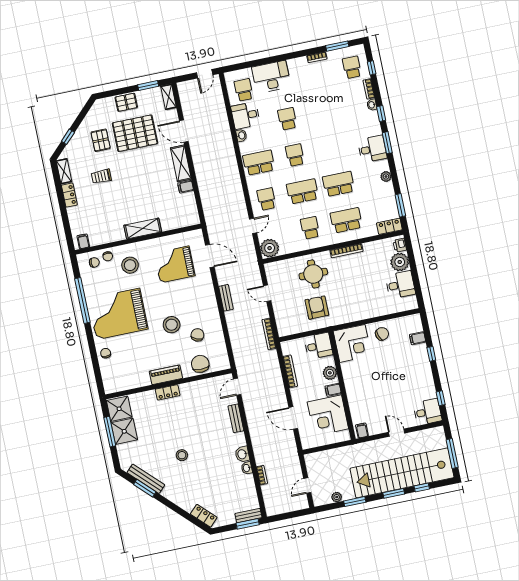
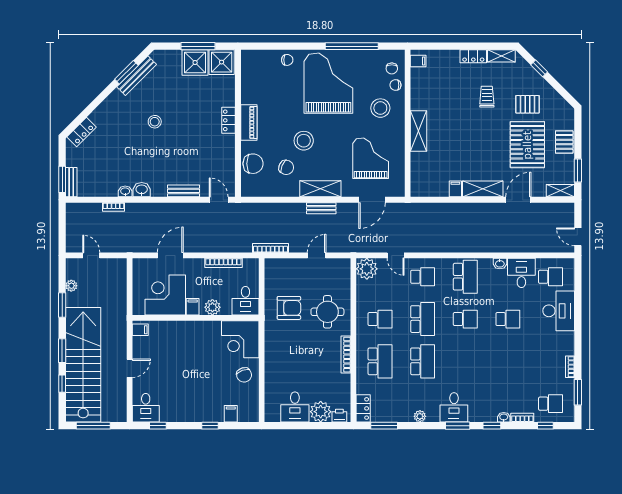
shelving: (210, 302) -> (320, 189), added

